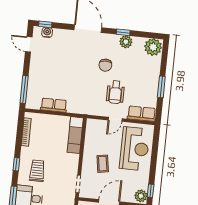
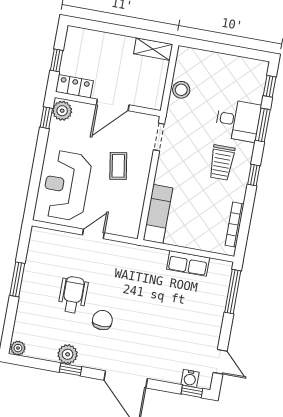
plant: (153, 47) -> (18, 348), width x0.53, depth x0.53
wheelchair: (115, 92) -> (73, 295), moved
row of seats: (142, 114) -> (51, 240), removed

